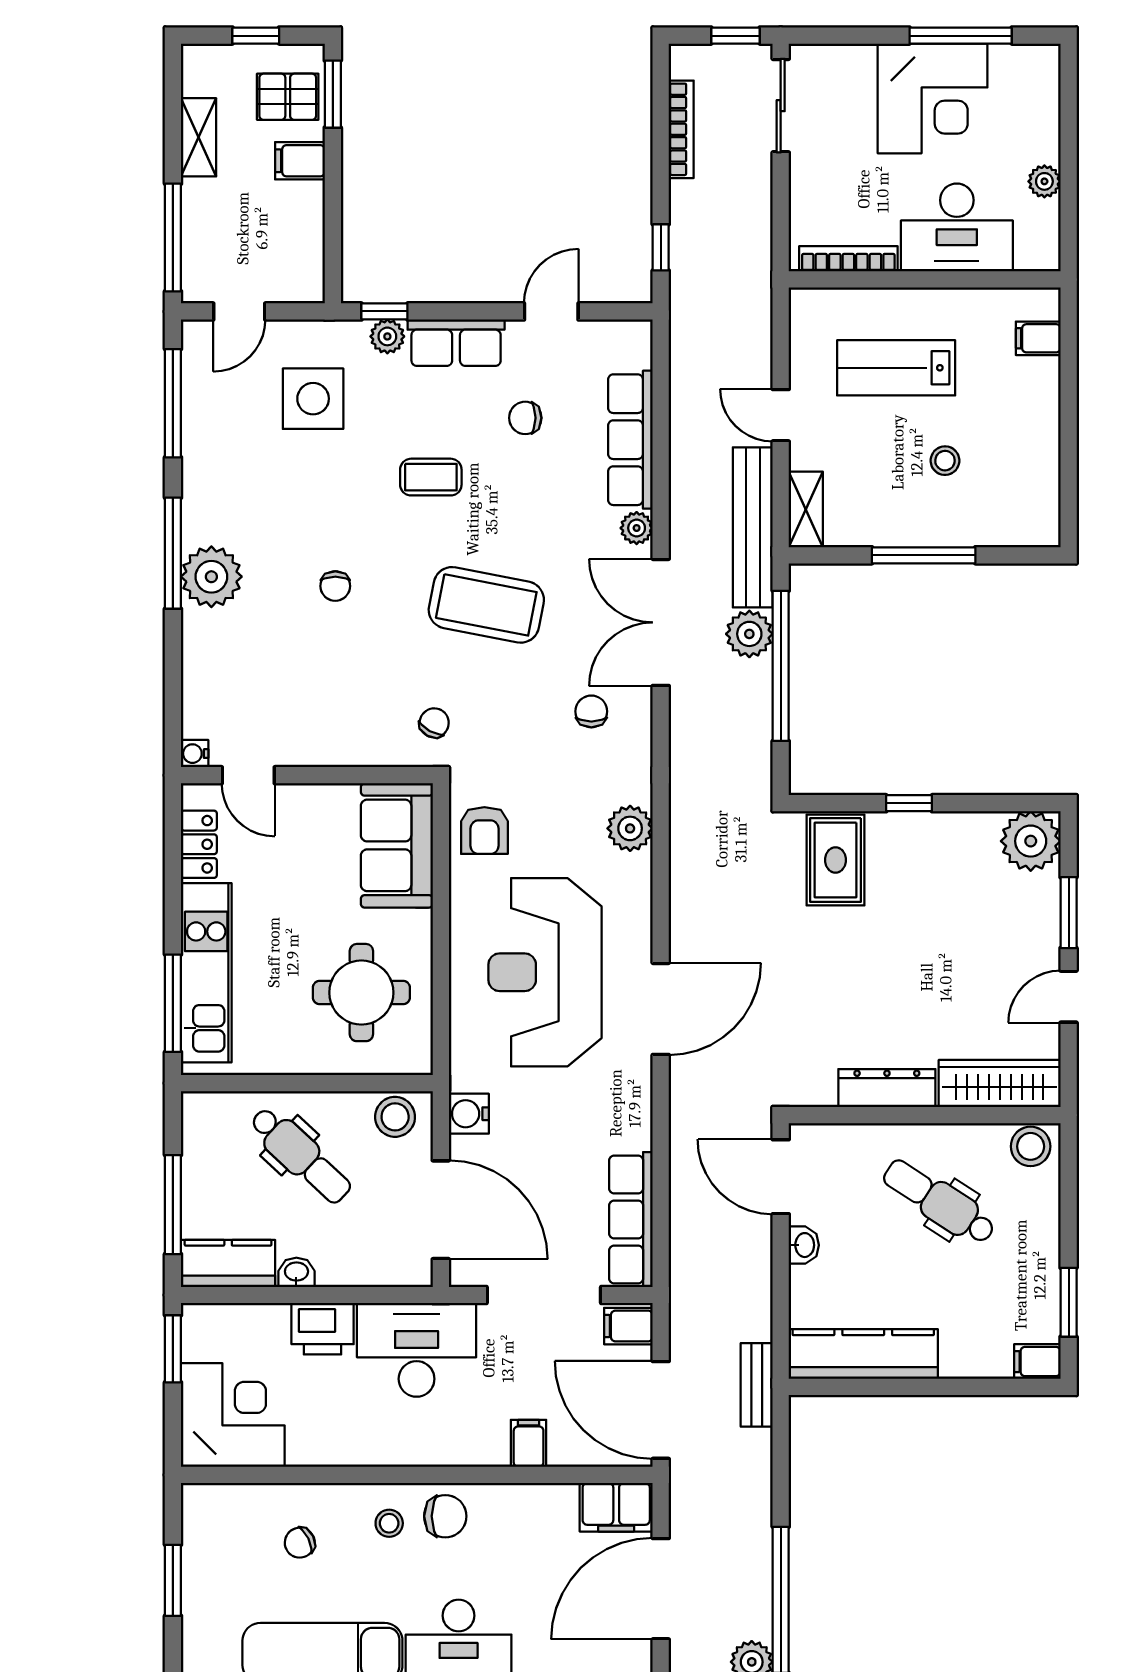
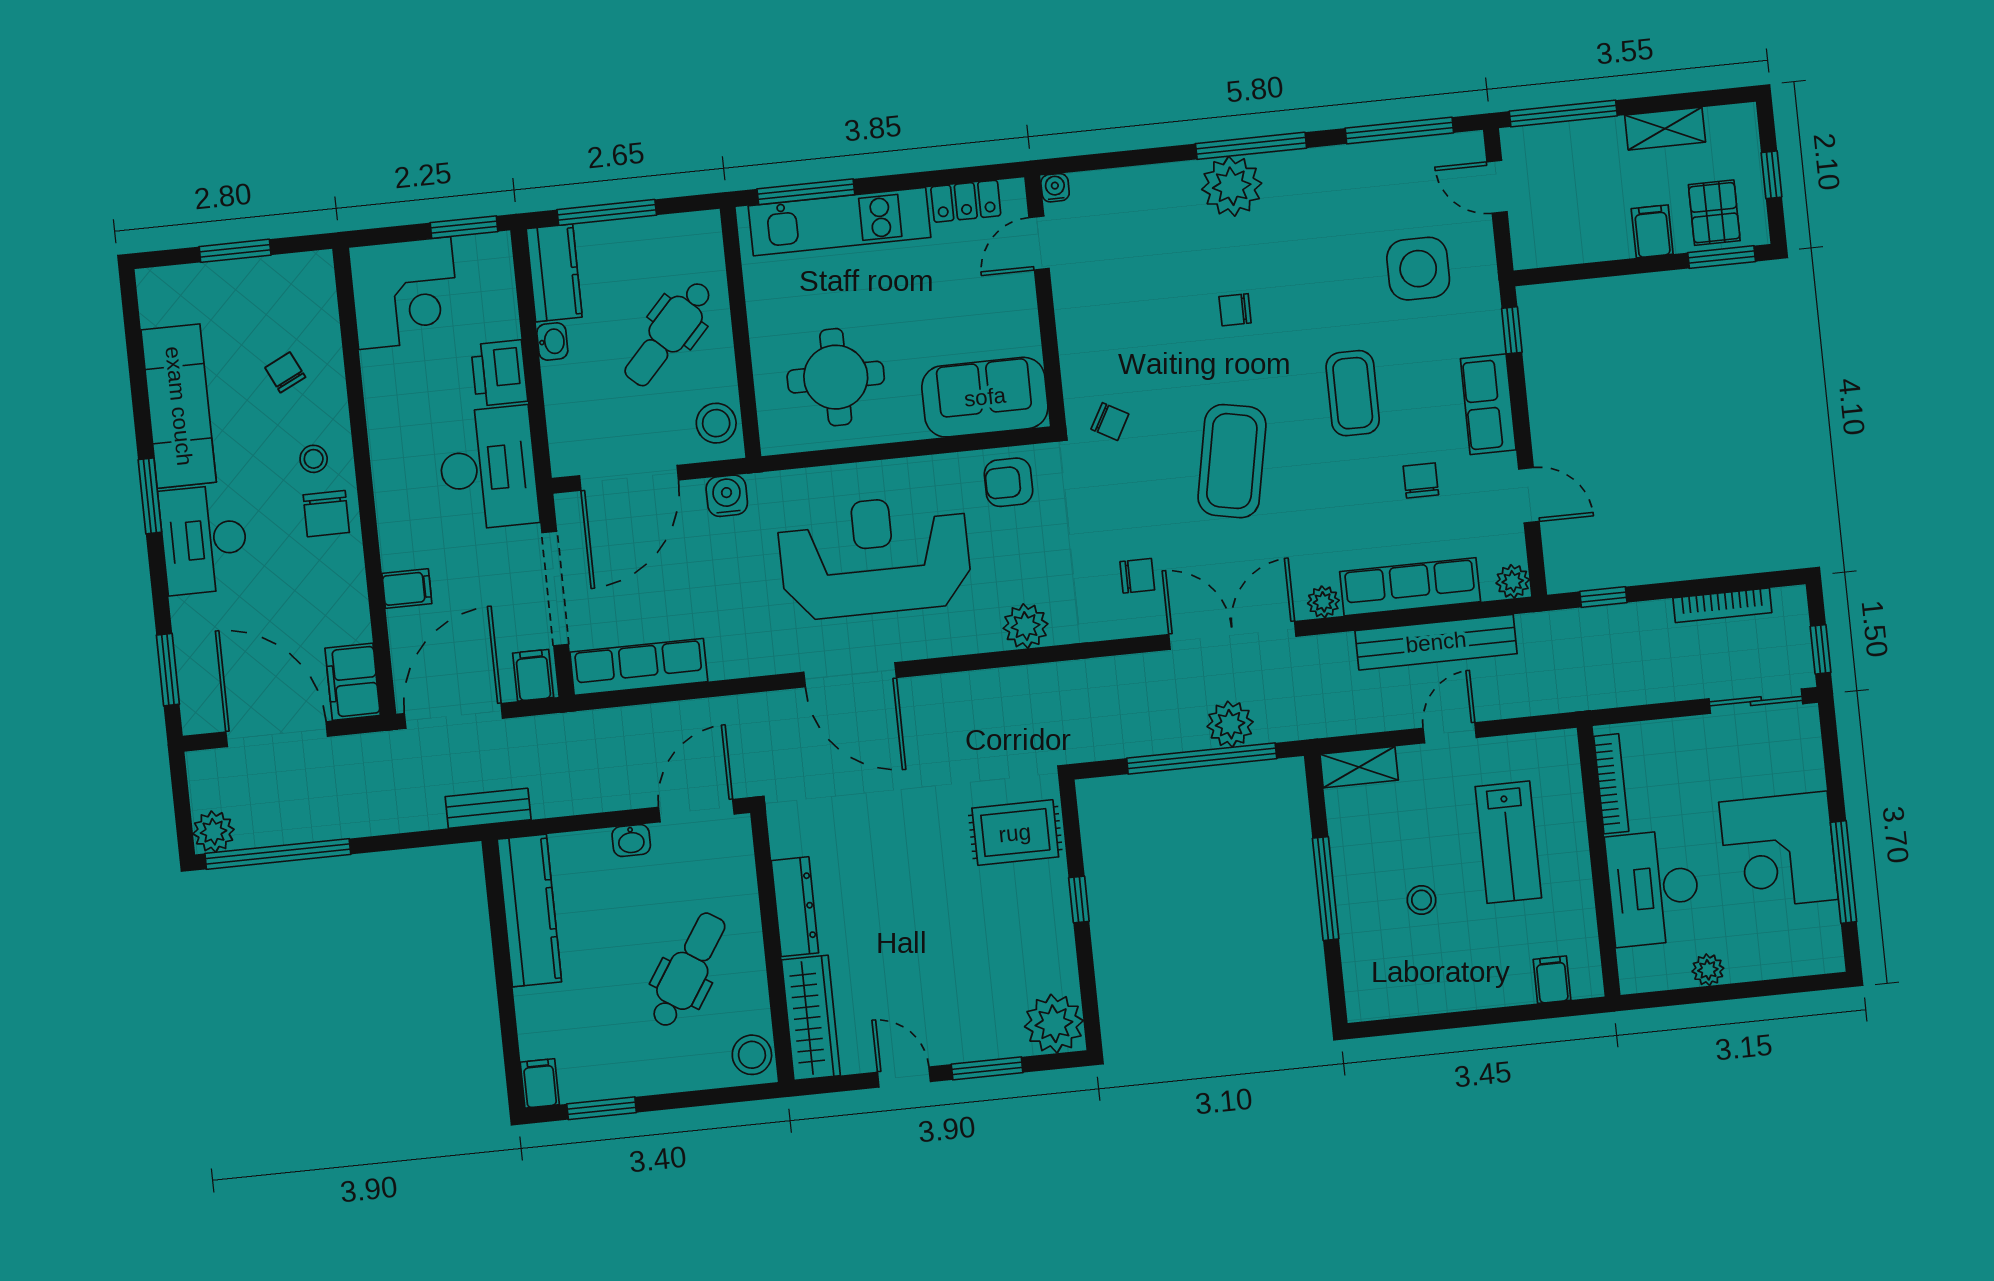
plant: (387, 336) -> (1513, 581), moved
lab bench: (896, 368) -> (1508, 842), turned 180
coffee table: (431, 477) -> (1353, 393), width x1.36, depth x1.30
bench: (753, 527) -> (1436, 642), moved

